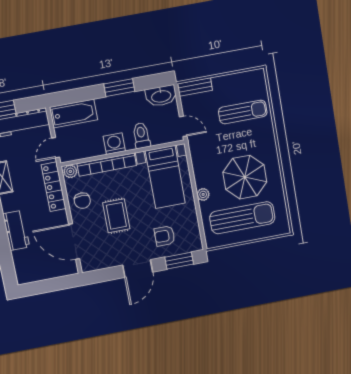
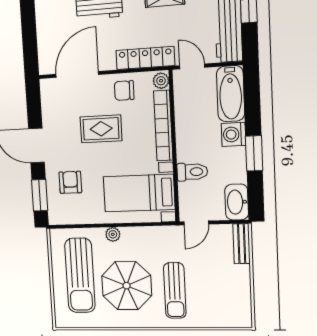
sun lounger: (243, 112) -> (175, 290), moved
washing machine: (114, 144) -> (234, 134), moved, turned 180

